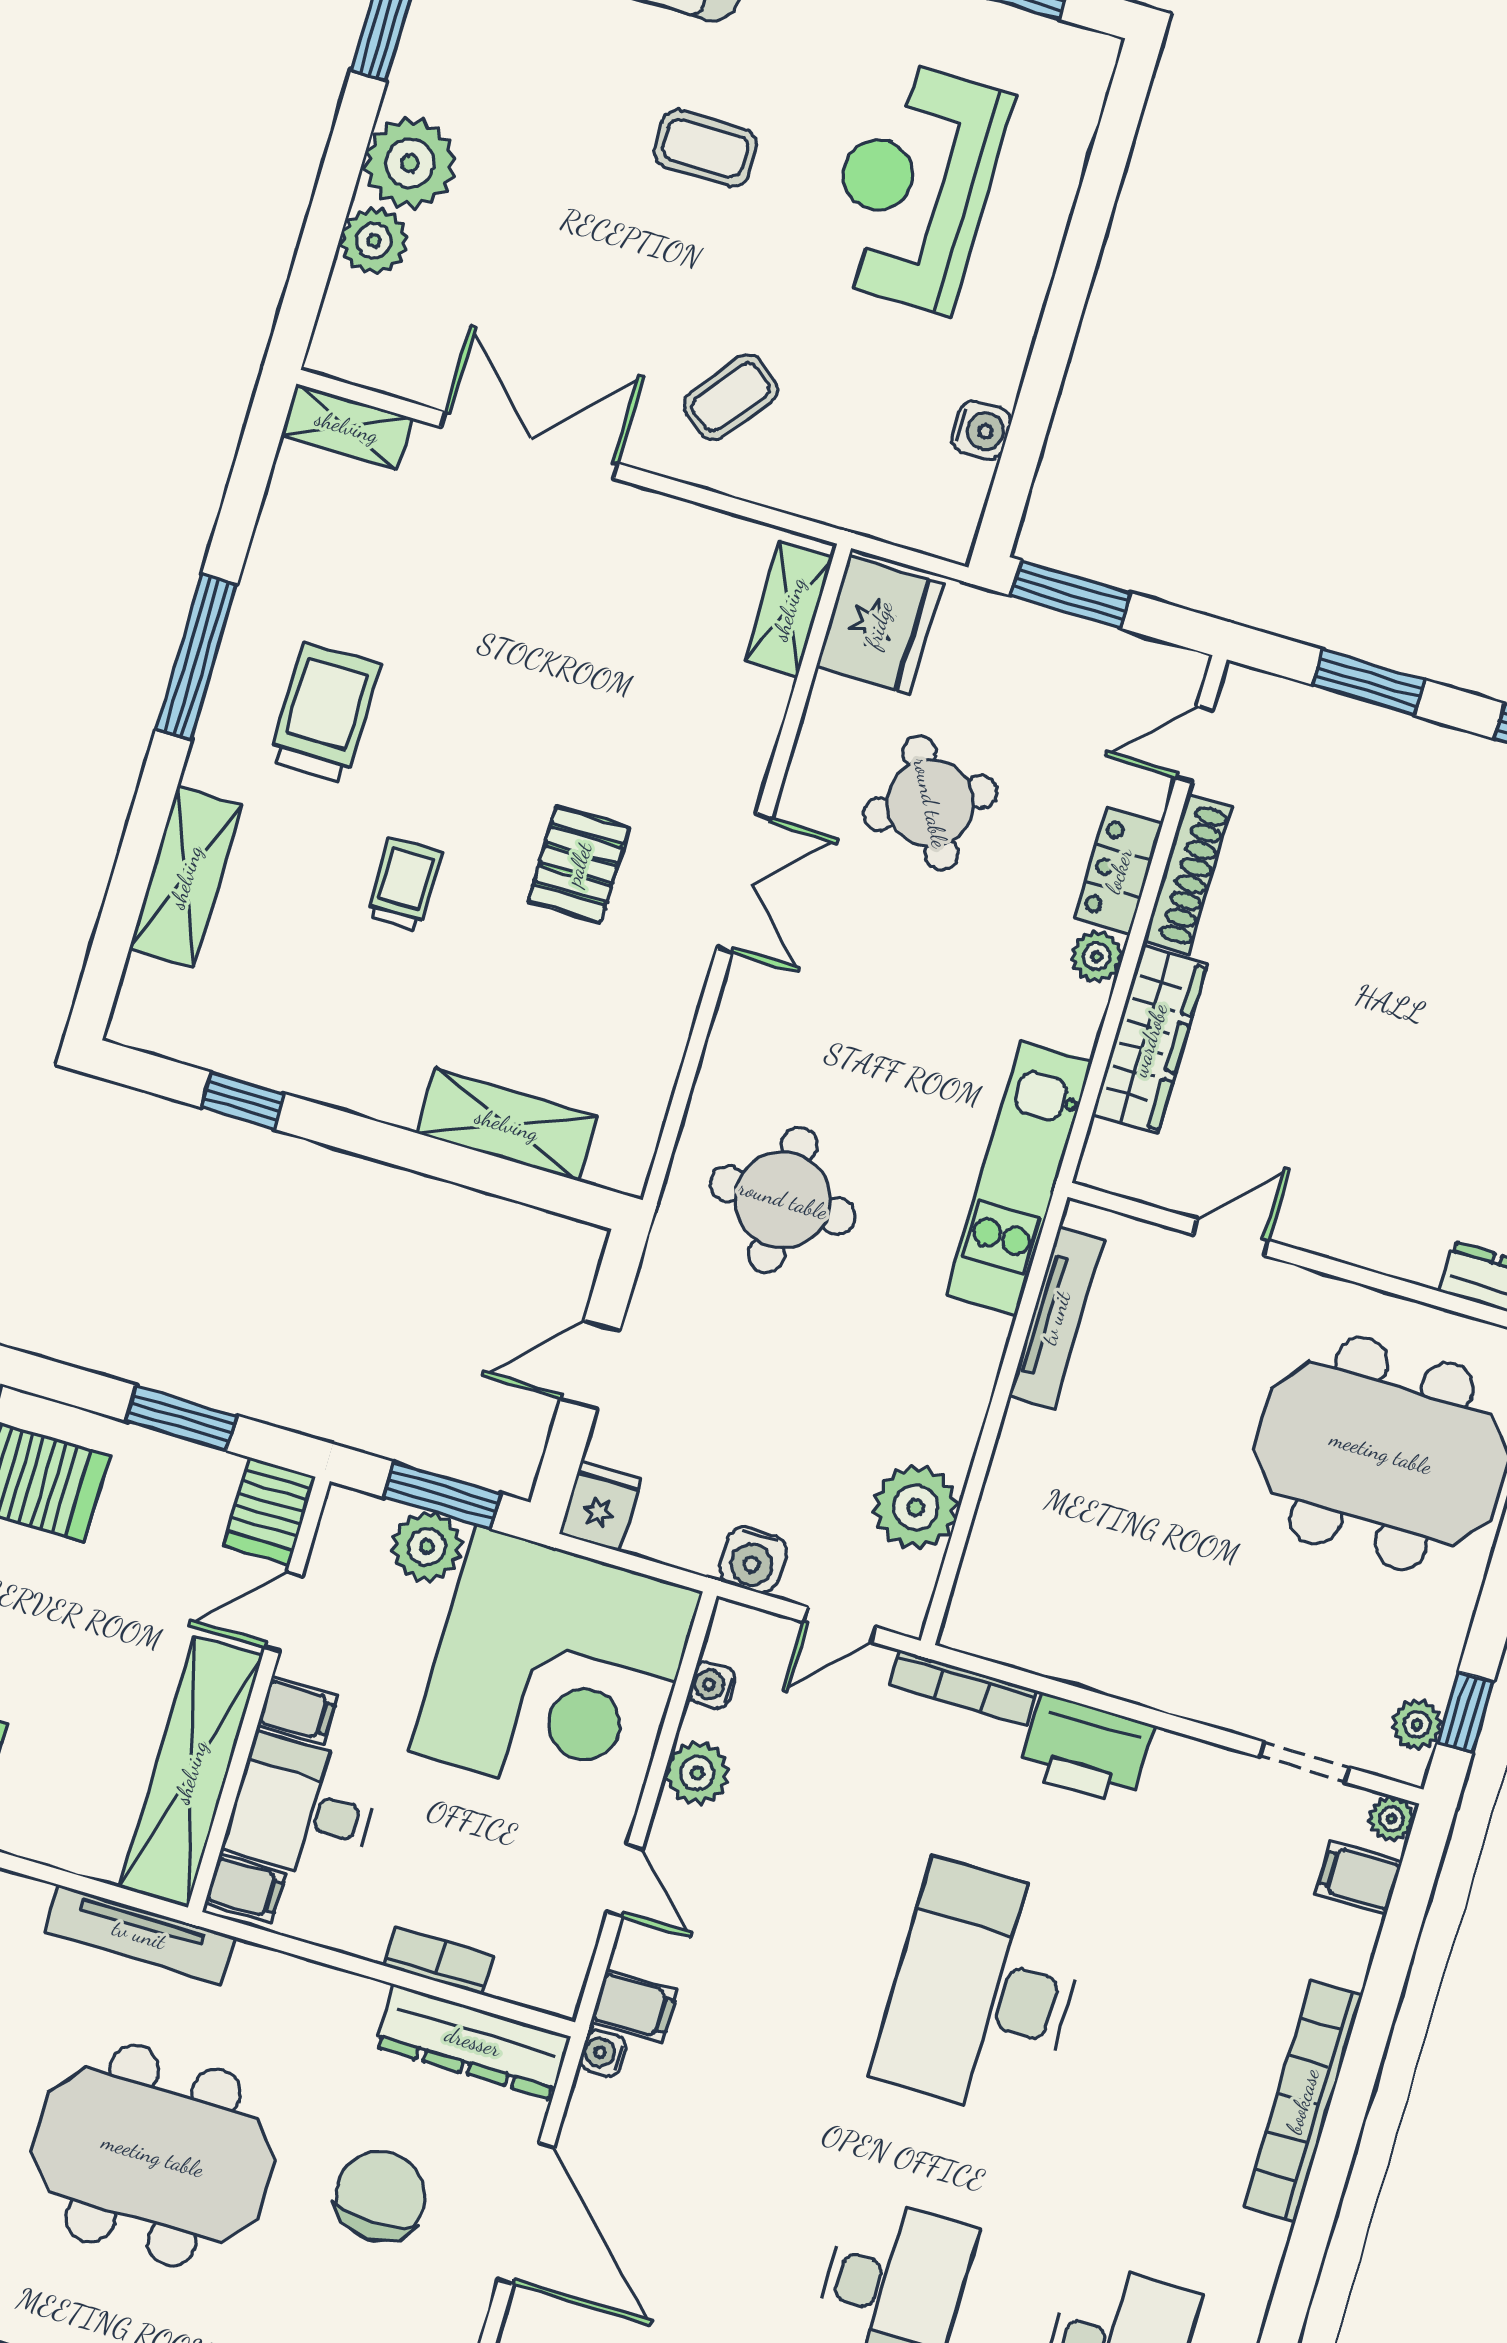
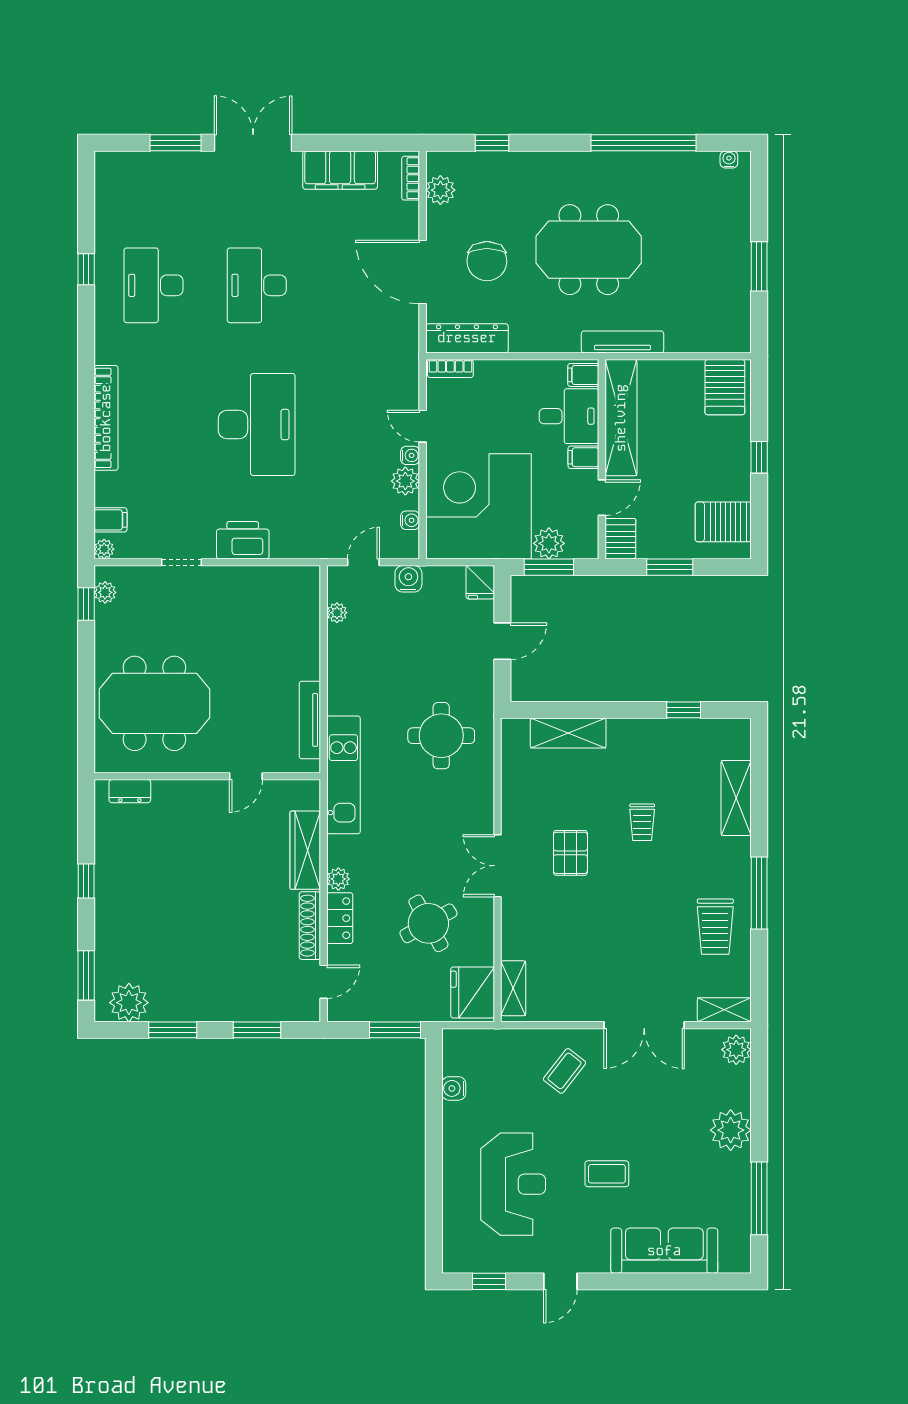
plant: (374, 241) -> (736, 1050), moved
trolley: (324, 713) -> (715, 927), moved
plant: (916, 1508) -> (337, 613), width x0.53, depth x0.53
bookcase: (963, 1688) -> (303, 551), removed
doorway: (1304, 1762) -> (182, 562), moved
bookcase: (439, 1961) -> (450, 369), moved
filing cabinet: (634, 2006) -> (403, 374), removed
water cooler: (603, 2053) -> (410, 455), moved

